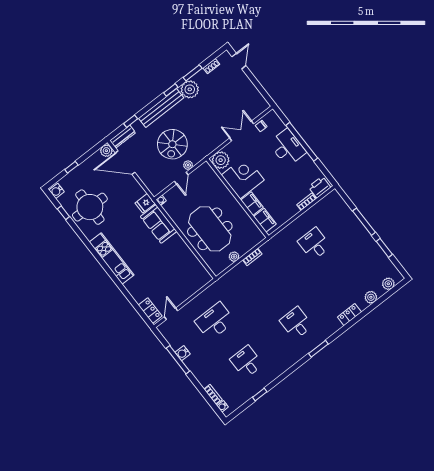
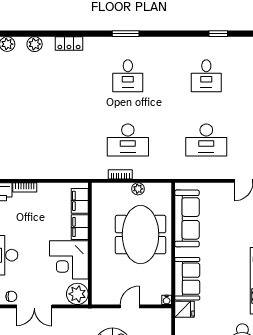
plant: (188, 165) -> (113, 314), removed
desk: (314, 244) -> (128, 140), moved, width x1.37
sofa: (188, 262) -> (187, 218), added

